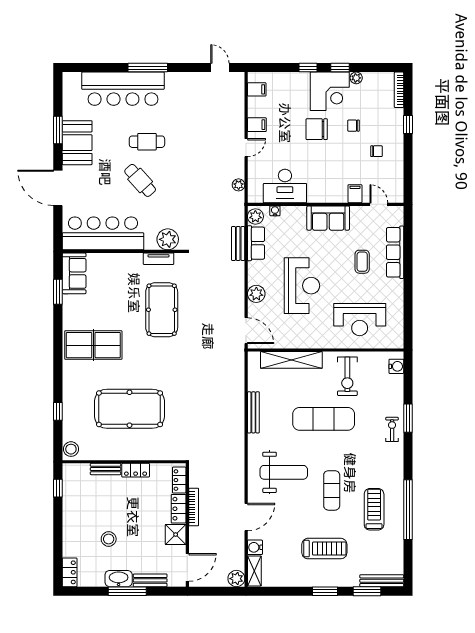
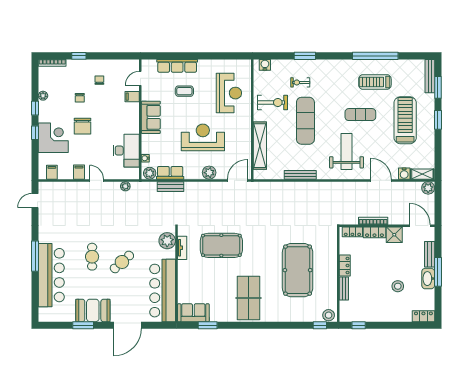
corner desk: (330, 91) -> (53, 138), moved
window: (58, 411) -> (320, 325), moved
exercise bike: (392, 429) -> (300, 82), moved
treadmill: (324, 549) -> (405, 120), width x1.37, depth x1.38

